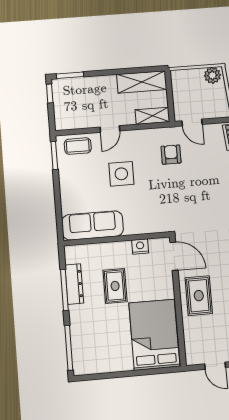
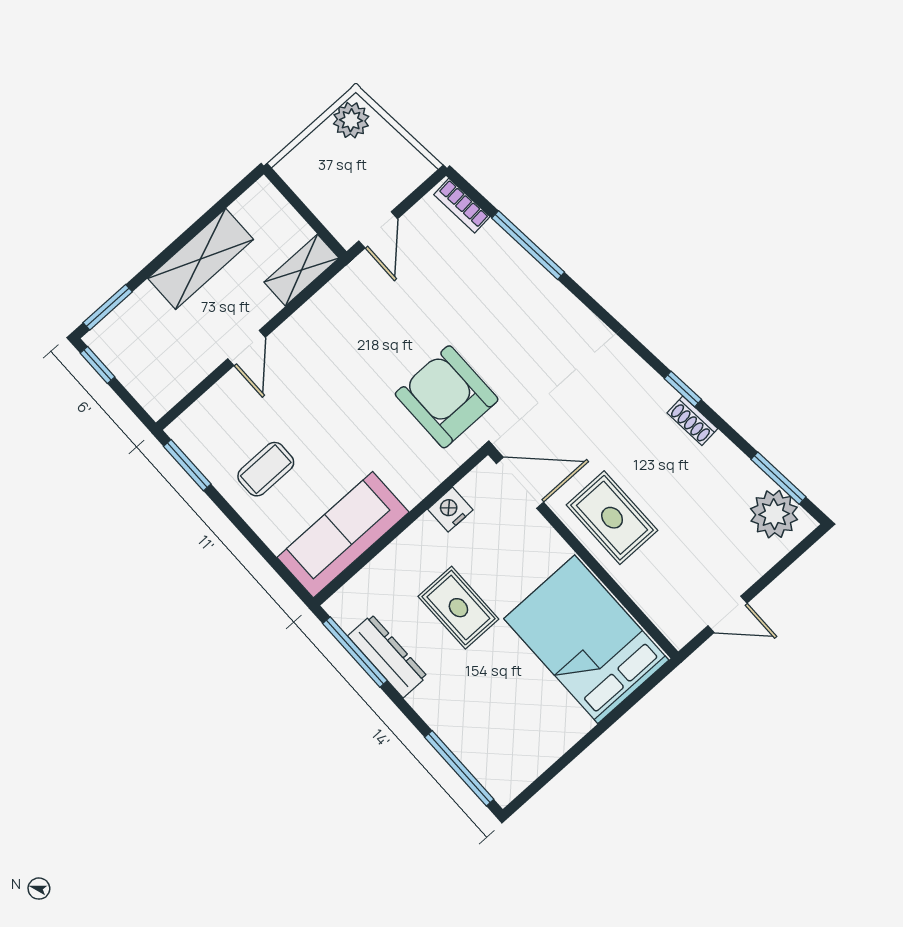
shelving: (142, 82) -> (201, 259), moved
door: (192, 123) -> (378, 230), hinge flipped
coffee table: (78, 146) -> (266, 469), moved
armchair: (171, 155) -> (447, 397), moved, width x1.88, depth x1.88
side table: (121, 174) -> (325, 410), removed
window: (64, 290) -> (355, 652), moved

